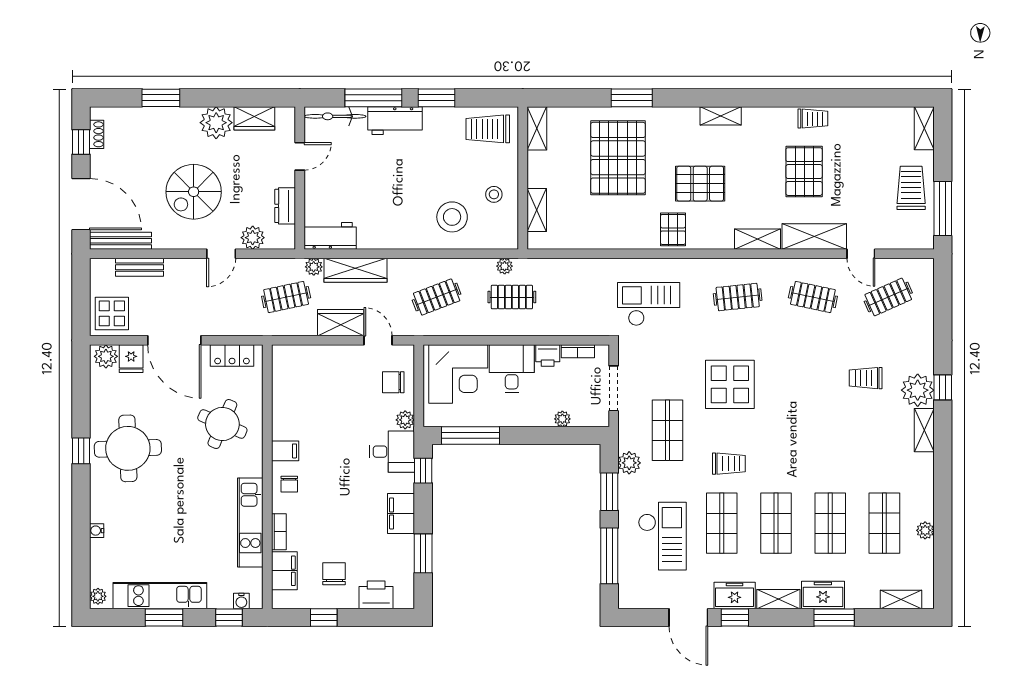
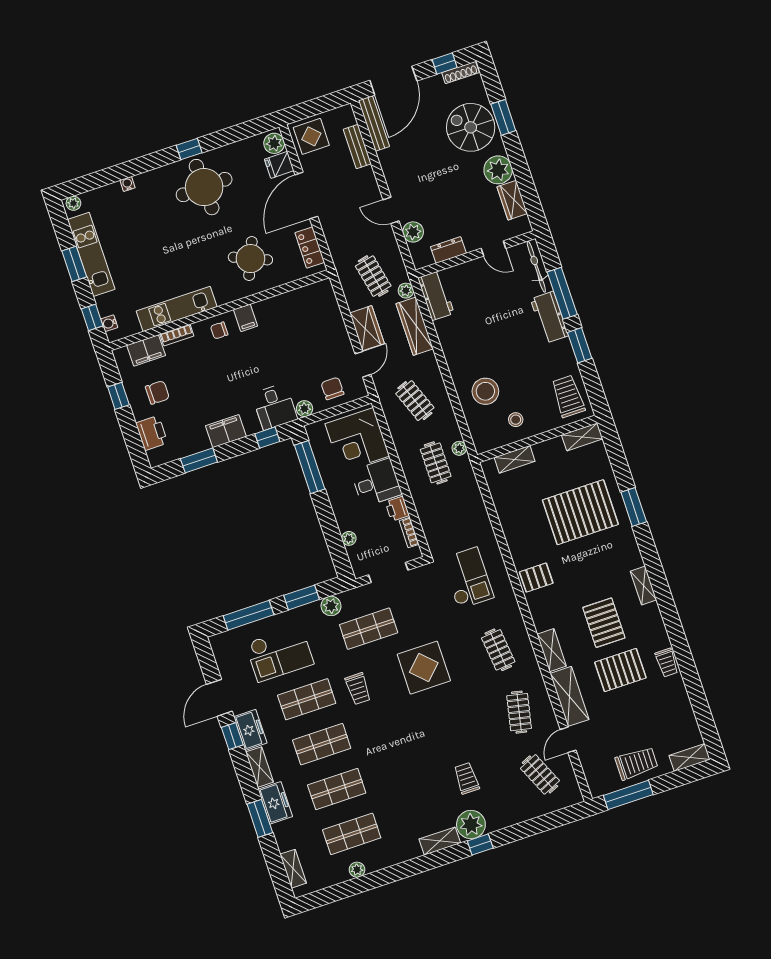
shoe rack: (97, 134) -> (460, 73), width x1.43
pallet: (700, 184) -> (604, 623), moved
spiral stairs: (194, 192) -> (471, 127), moved

